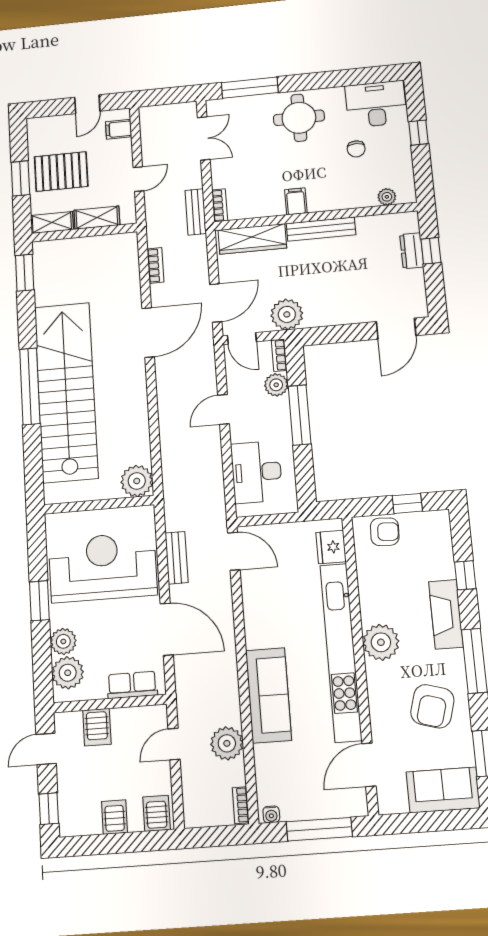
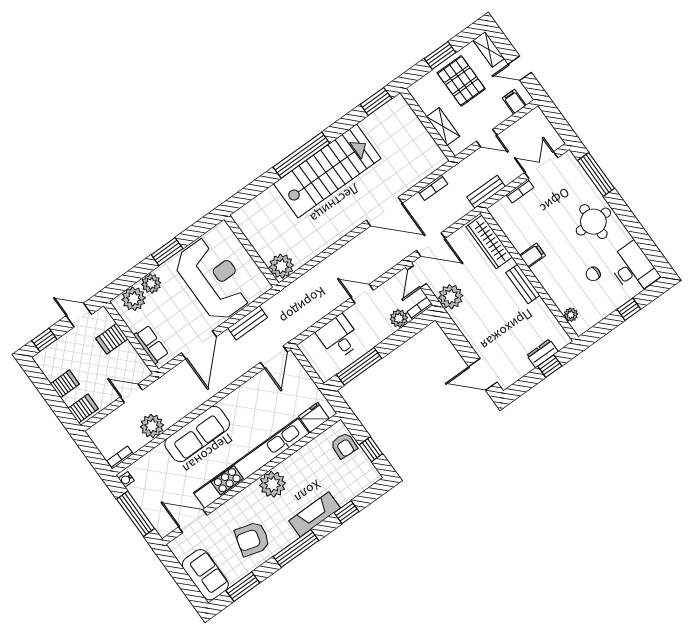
double door: (204, 138) -> (541, 165), swing flipped
bookcase: (220, 205) -> (520, 191), moved
shelving: (52, 222) -> (489, 49), moved
bench: (321, 229) -> (523, 284), width x0.73
stairs: (66, 392) -> (327, 171), width x0.73
window: (300, 415) -> (359, 366), moved
desk: (257, 472) -> (339, 337), width x0.73

